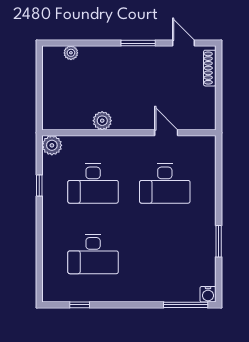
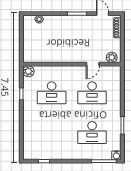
plant: (102, 121) -> (112, 57), moved
door: (166, 133) -> (93, 64), swing flipped
desk: (93, 254) -> (92, 133), moved

